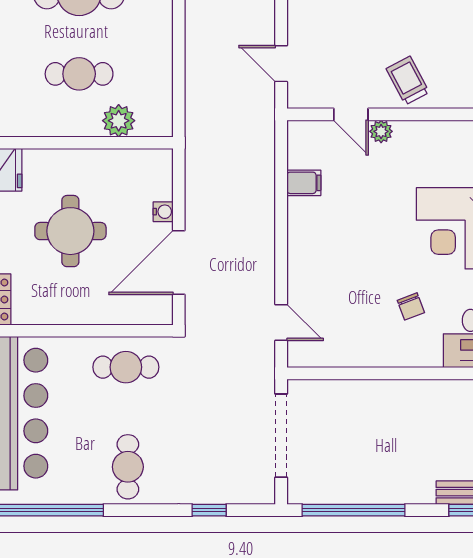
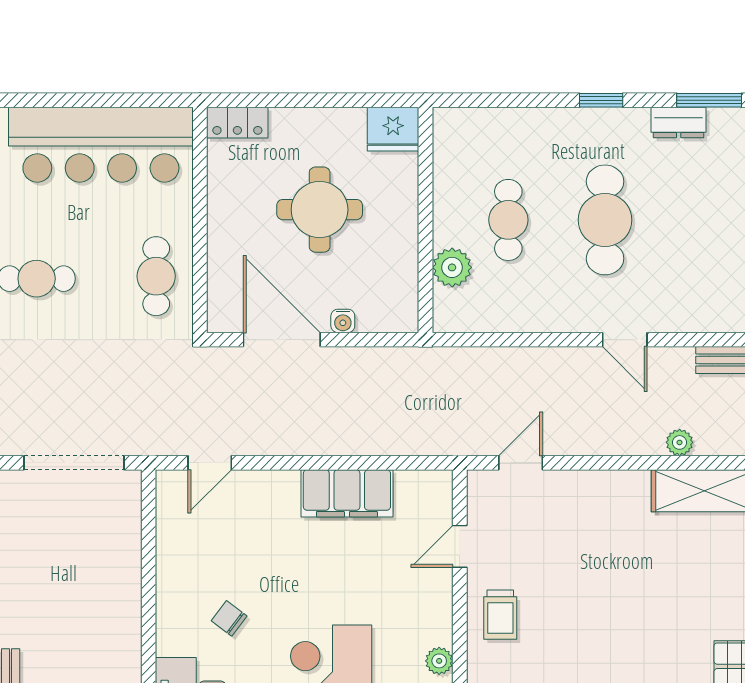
trolley: (408, 81) -> (500, 615), turned 118
plant: (381, 131) -> (439, 661), moved
filing cabinet: (304, 183) -> (347, 493), width x3.00, depth x1.17
chair: (411, 306) -> (229, 618), turned 58

